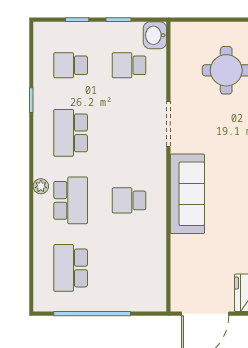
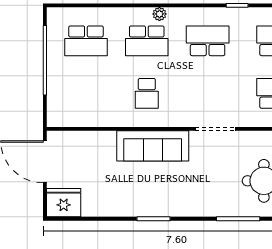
school desk: (129, 200) -> (147, 93), turned 180
school desk: (71, 268) -> (86, 41), turned 180

